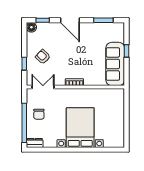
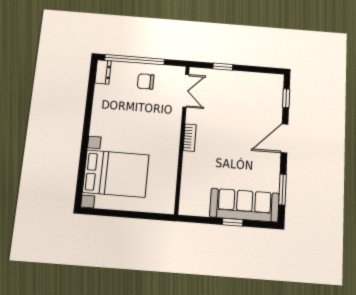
floor lamp: (31, 27) -> (276, 81), removed
armchair: (43, 57) -> (231, 94), removed
sofa: (115, 64) -> (244, 205), moved
bed with nightstands: (80, 128) -> (116, 174), moved

